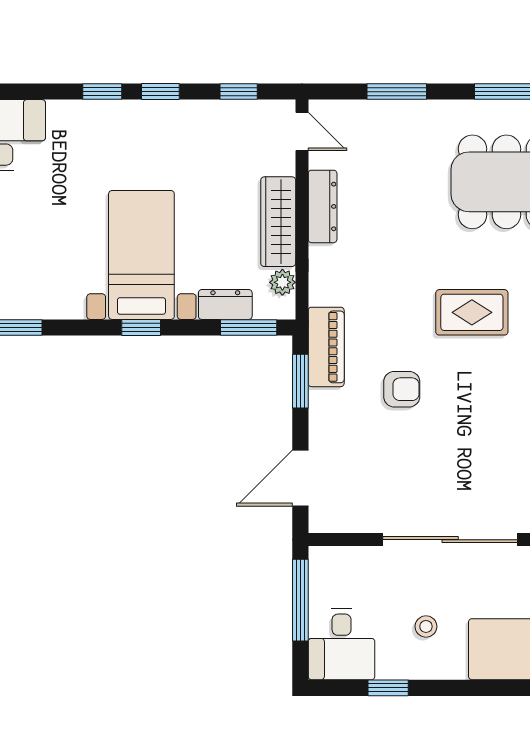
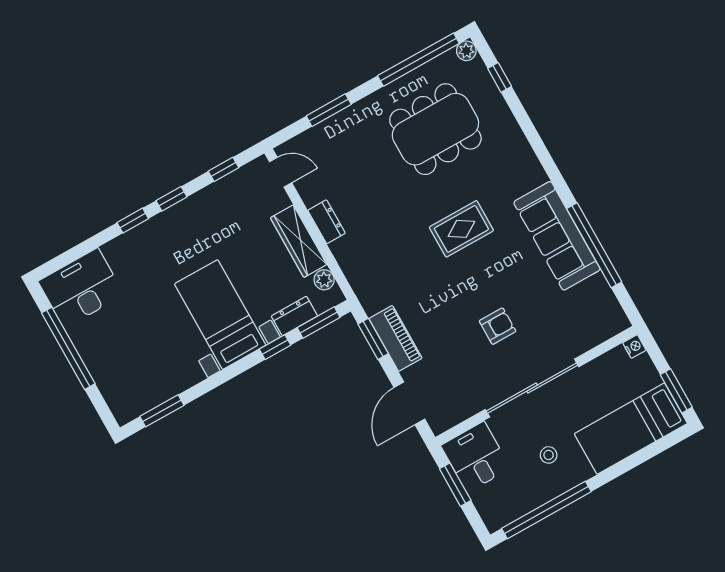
dresser: (323, 206) -> (327, 222), width x0.70
window: (141, 327) -> (275, 347), moved
piano: (326, 347) -> (395, 338), moved
armchair: (402, 389) -> (498, 326), moved
window: (300, 600) -> (455, 485), width x0.69
desk: (342, 644) -> (476, 457), moved, turned 180
window: (388, 688) -> (546, 510), width x3.17

